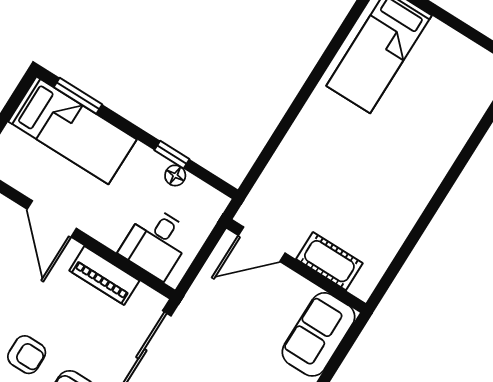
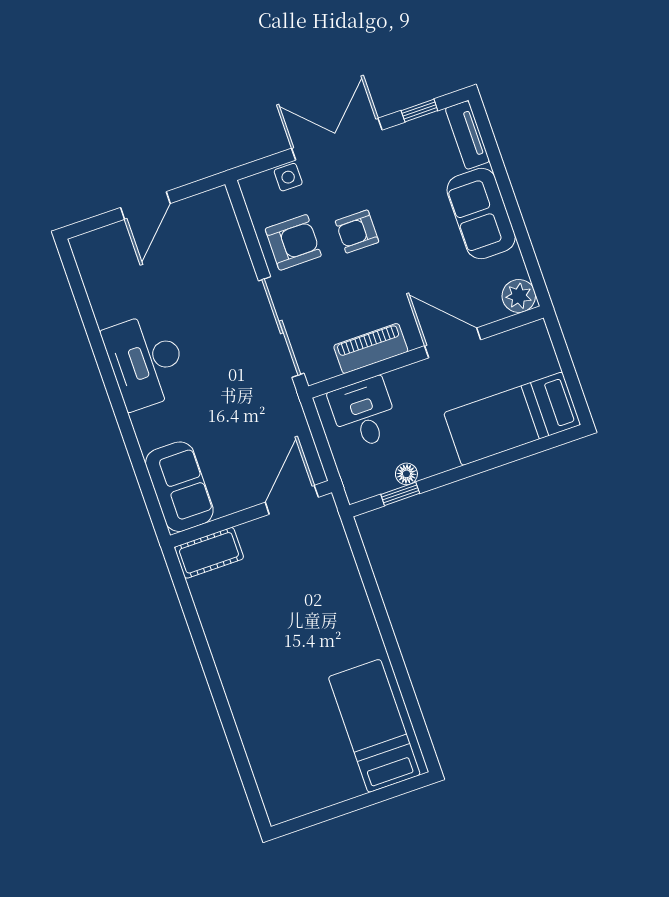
window: (78, 96) -> (537, 446), removed
window: (172, 155) -> (400, 494), moved
cot: (329, 261) -> (209, 553), moved

